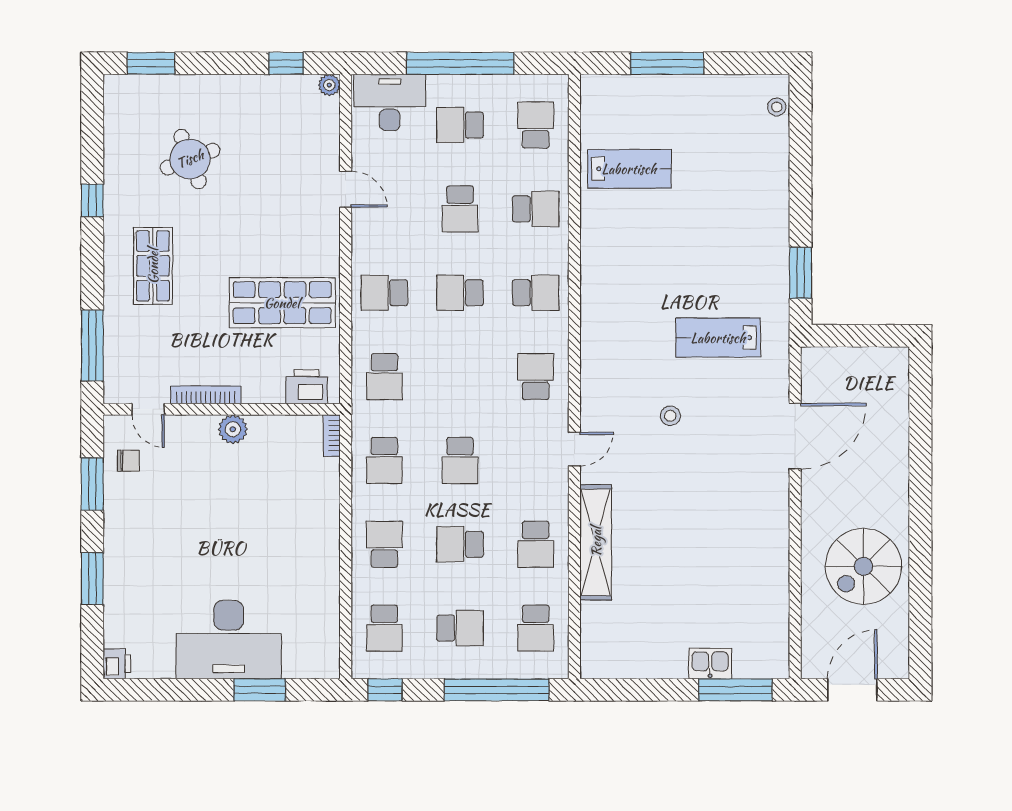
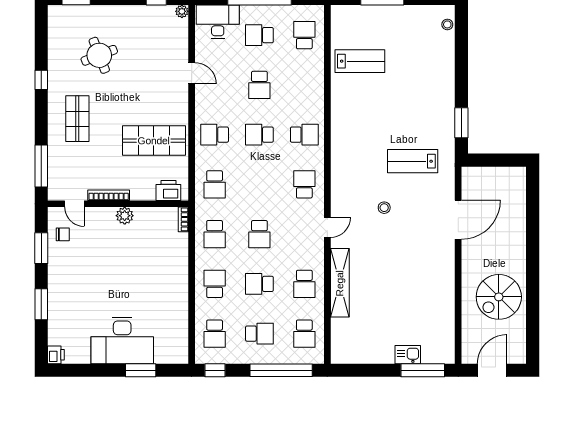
school desk: (536, 209) -> (304, 85), removed

